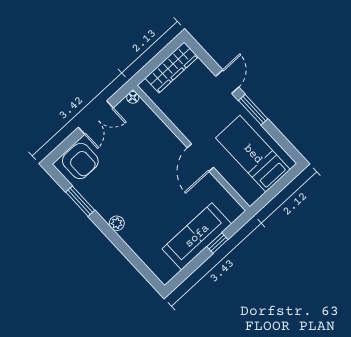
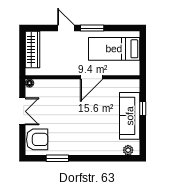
door: (200, 158) -> (92, 77), hinge flipped
plant: (117, 223) -> (128, 150), moved

